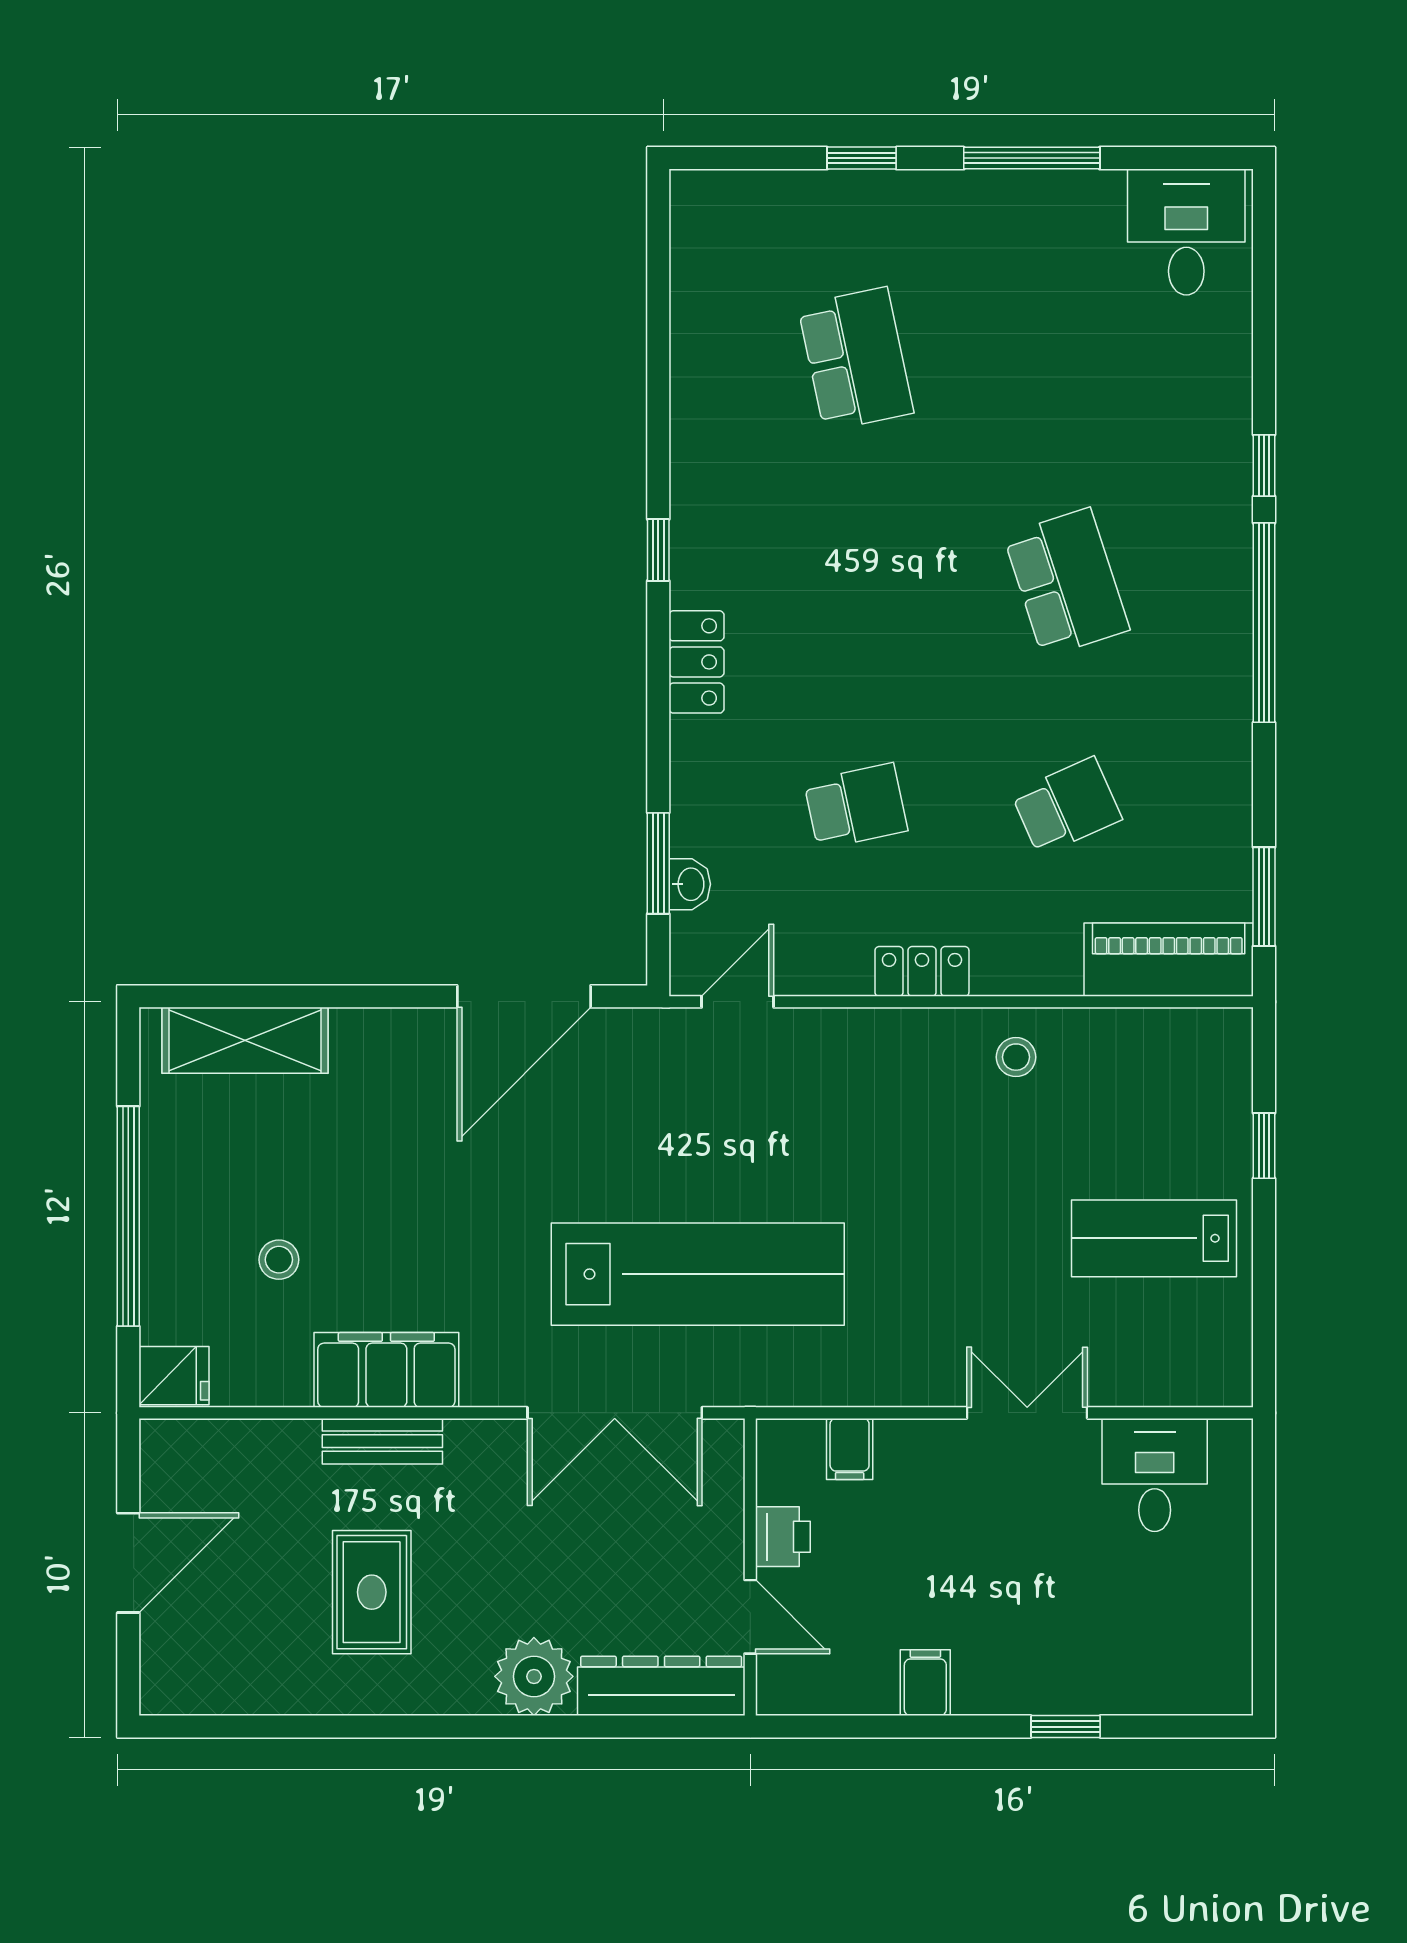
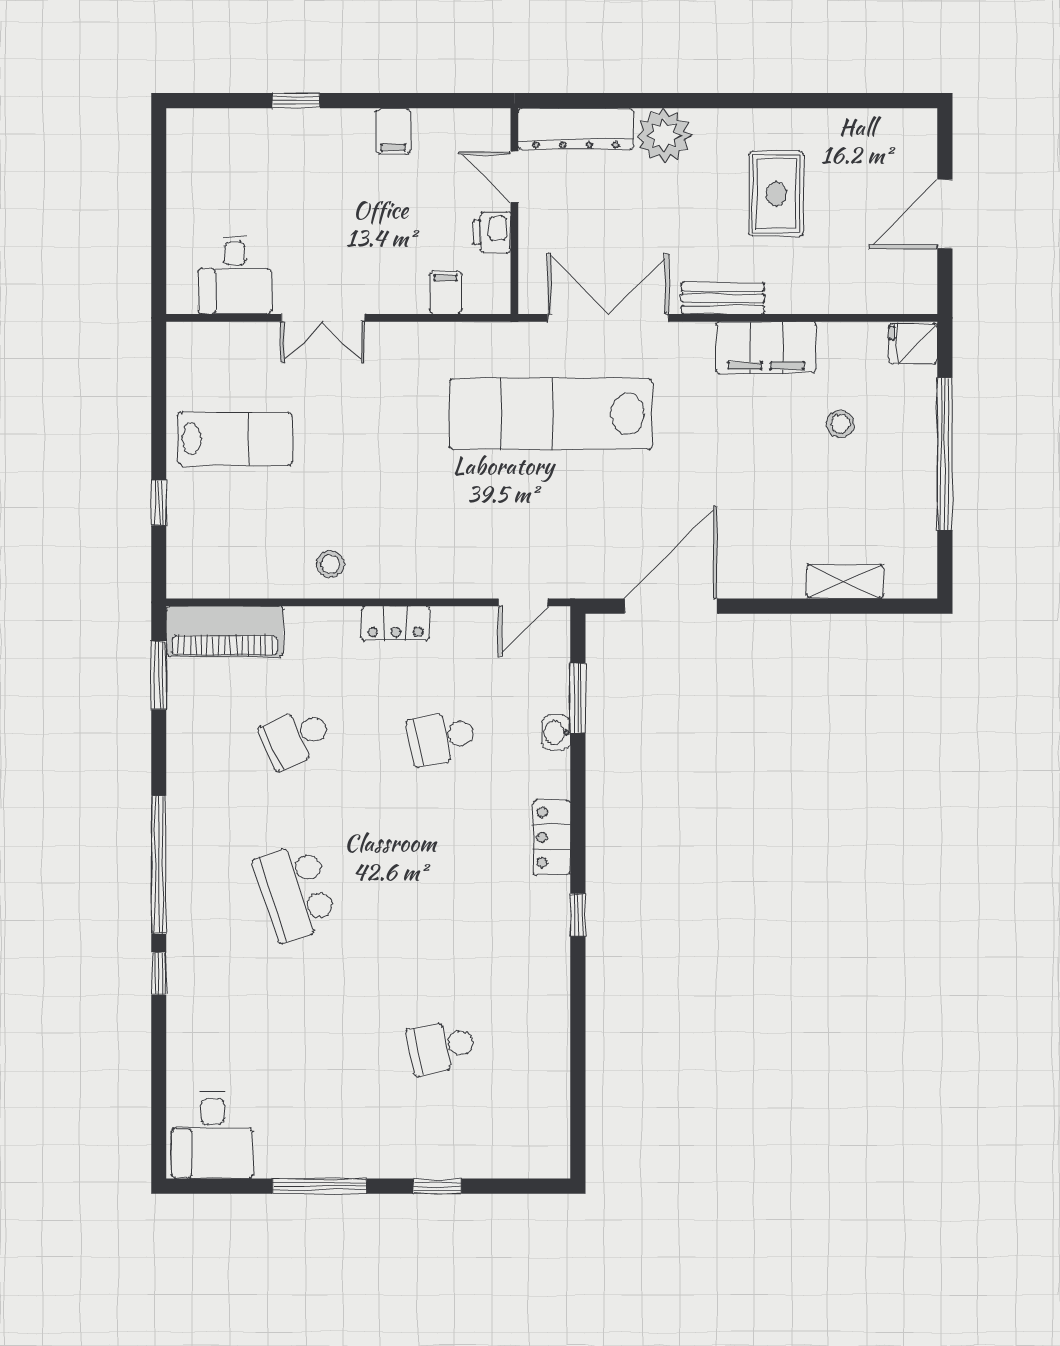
school desk: (856, 359) -> (441, 1047), width x0.54
washbasin: (690, 884) -> (556, 733), moved
shelving: (245, 1040) -> (845, 581), width x0.67, depth x0.75
bench: (382, 1441) -> (723, 298), moved

